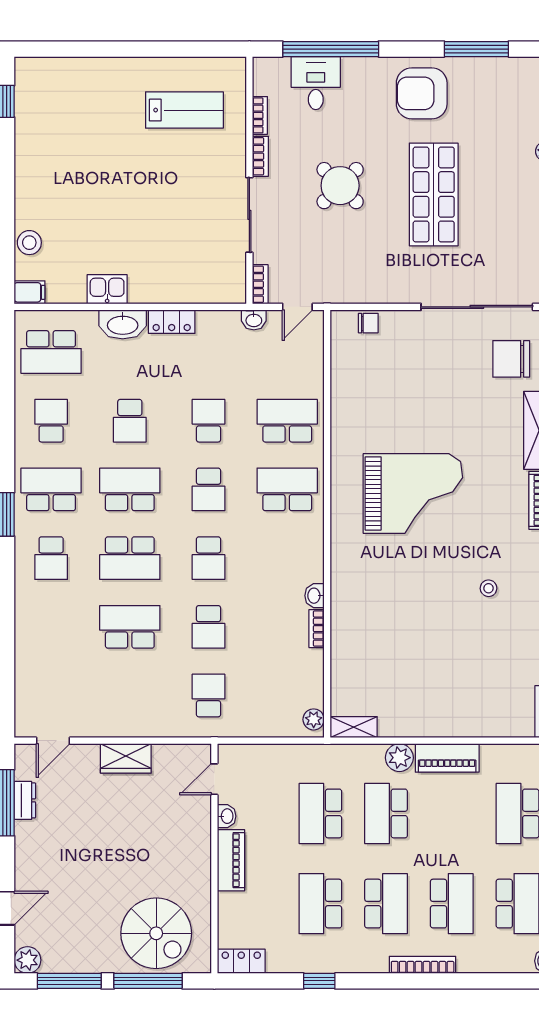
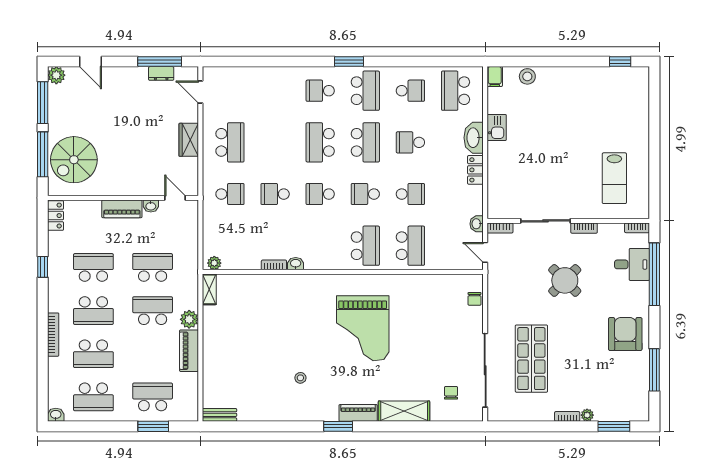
bookcase: (260, 115) -> (637, 228), moved
shop shelf: (434, 194) -> (531, 359), moved, turned 90
chair: (511, 359) -> (451, 393), width x0.54, depth x0.54
school desk: (130, 627) -> (230, 142), moved

